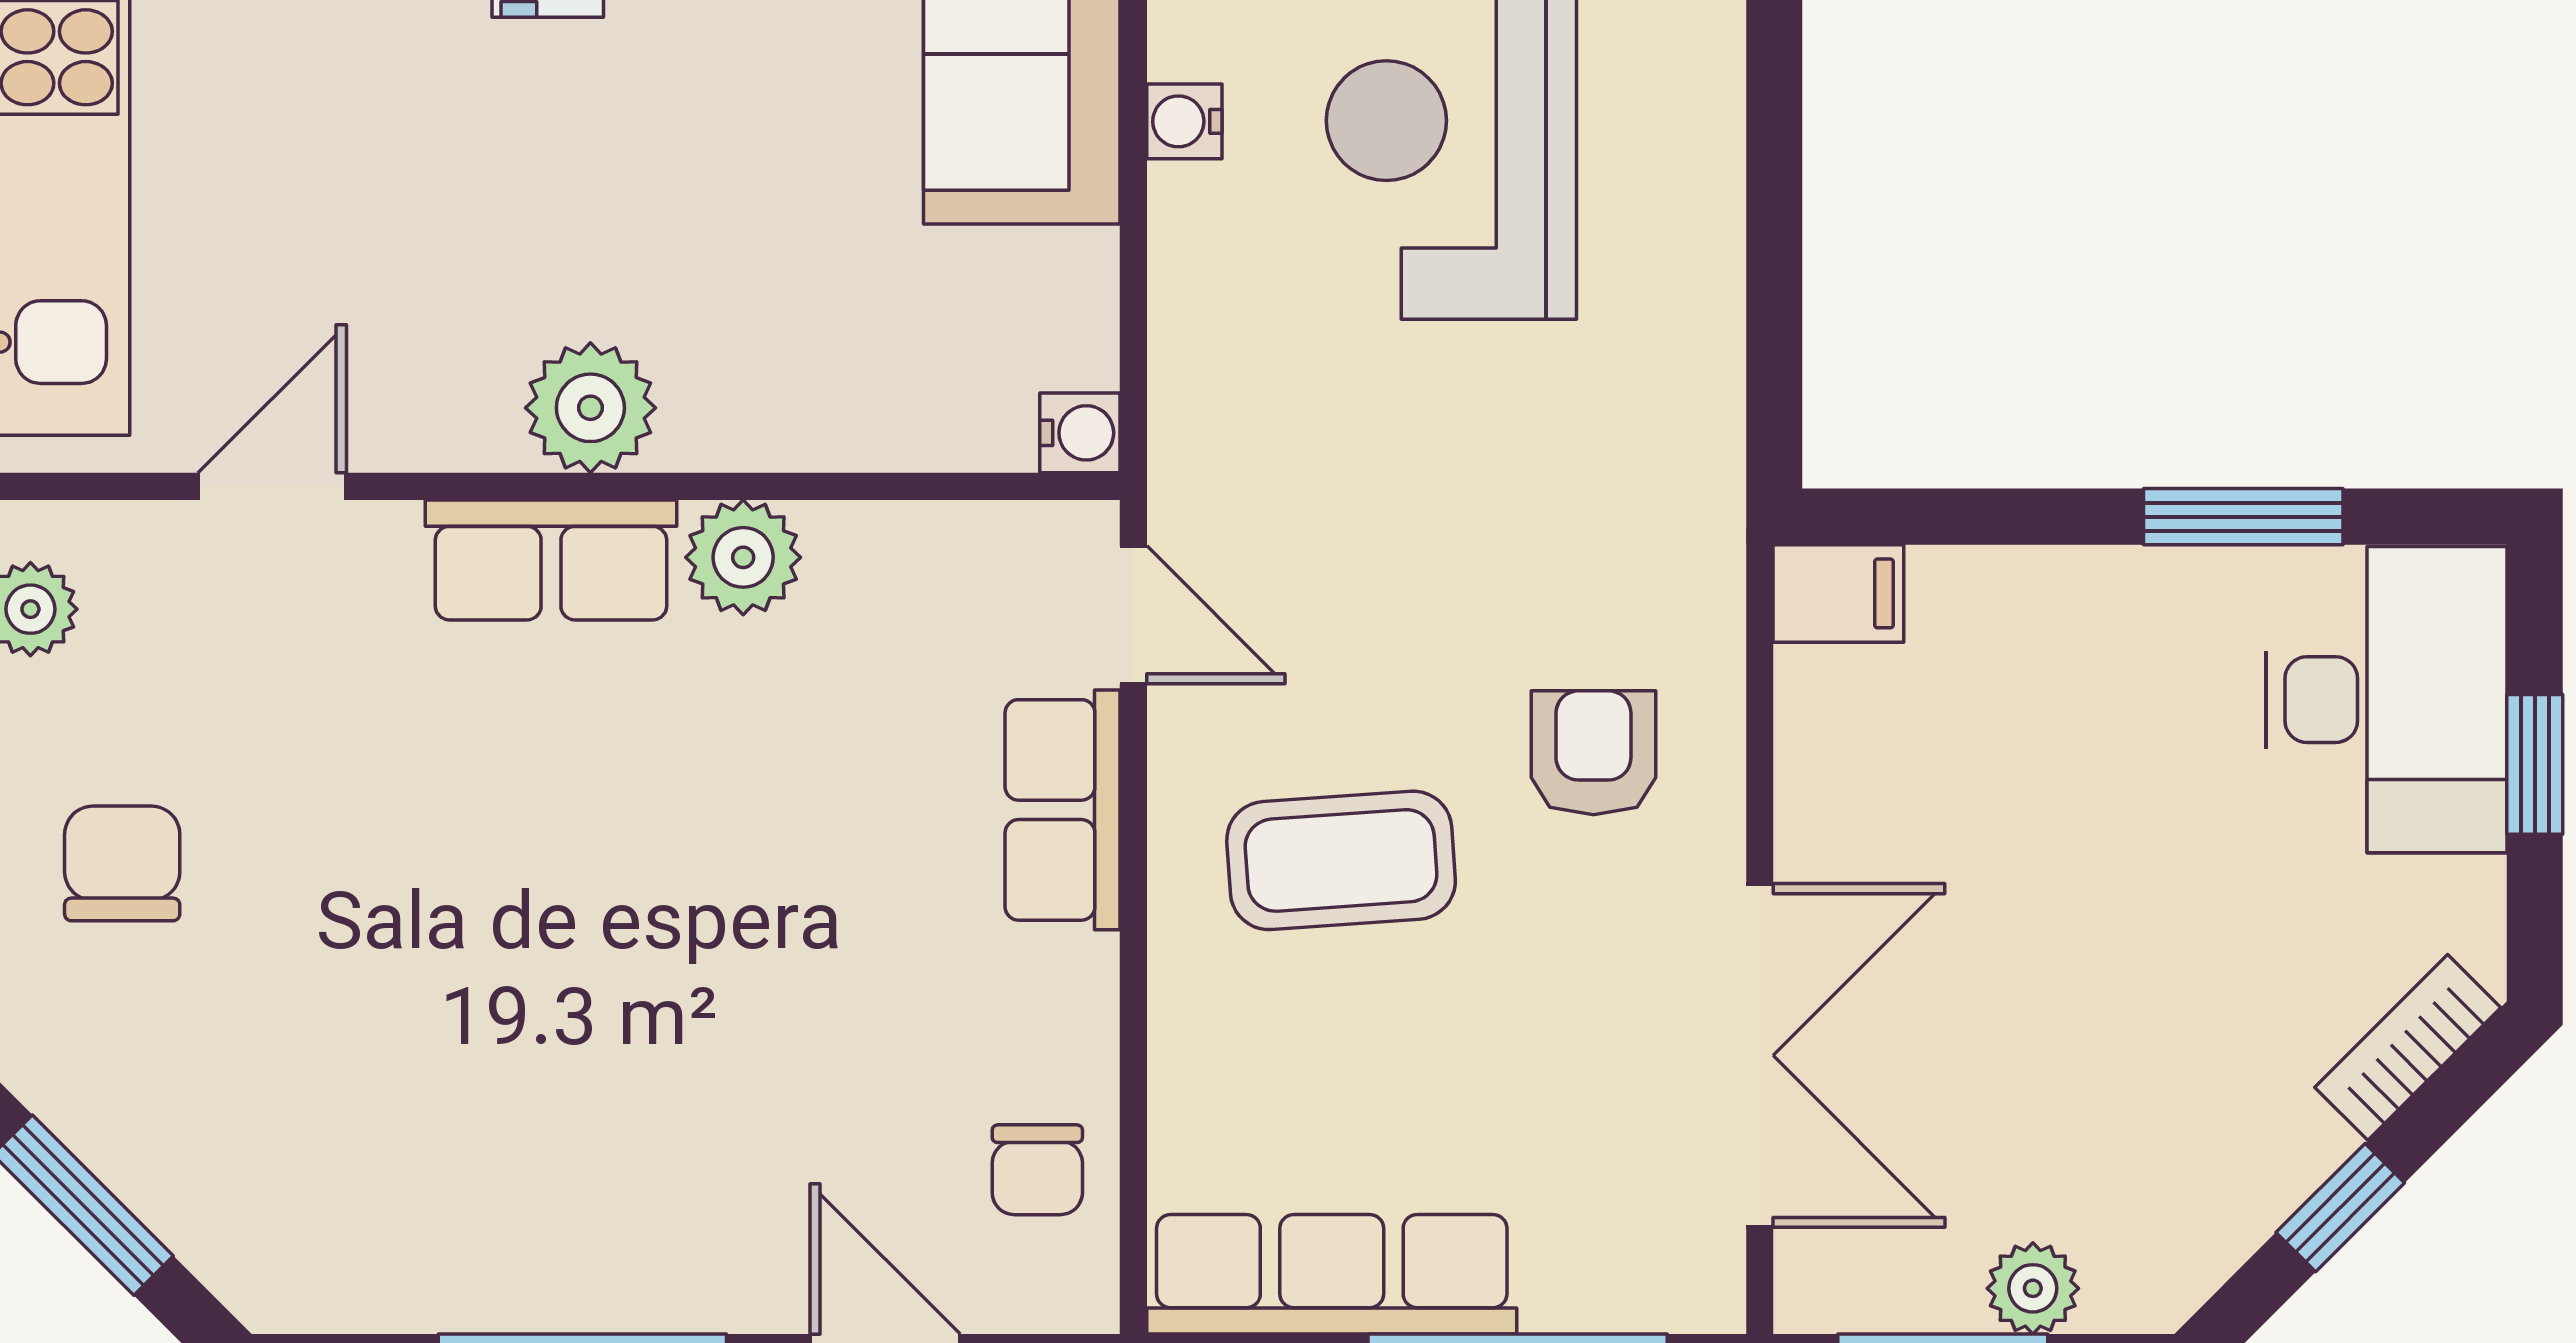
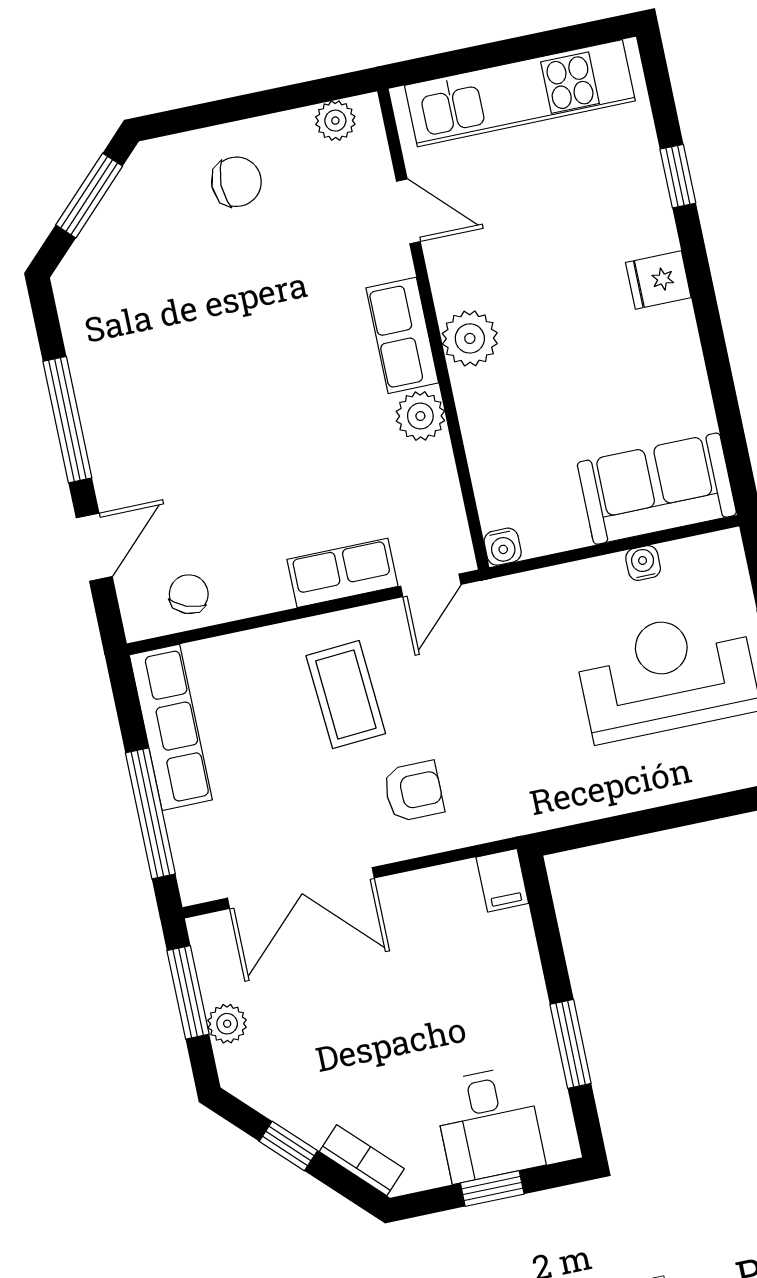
desk: (2386, 700) -> (489, 1124), width x0.73
chair: (1037, 1170) -> (189, 594), turned 111

